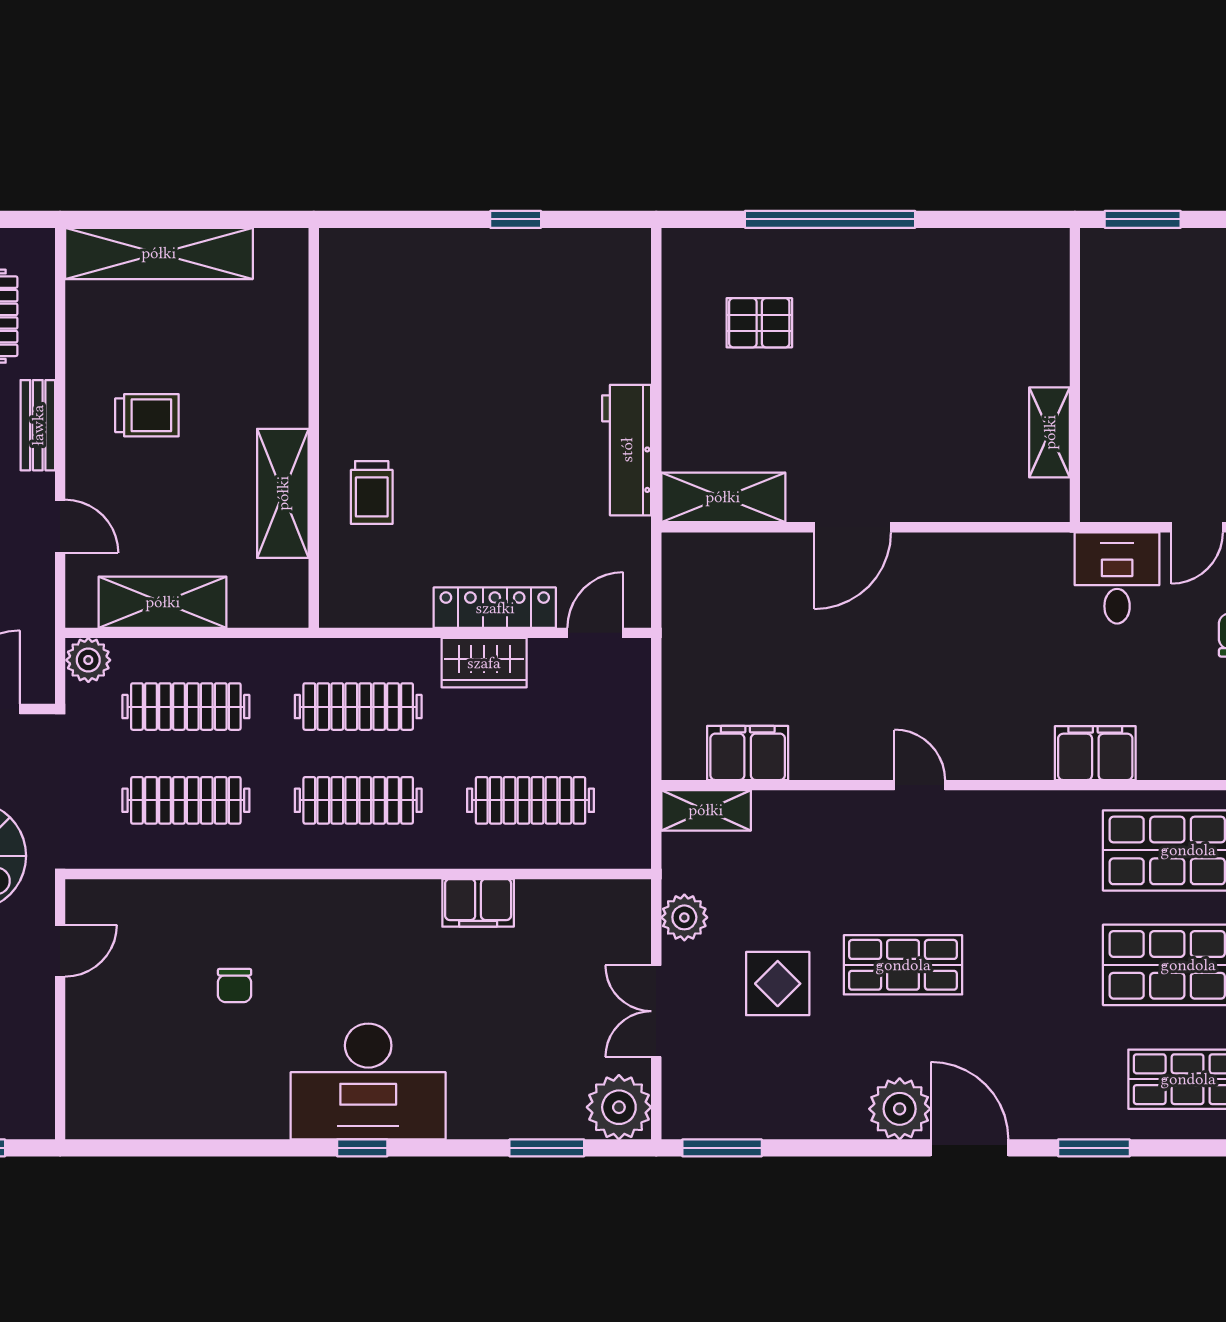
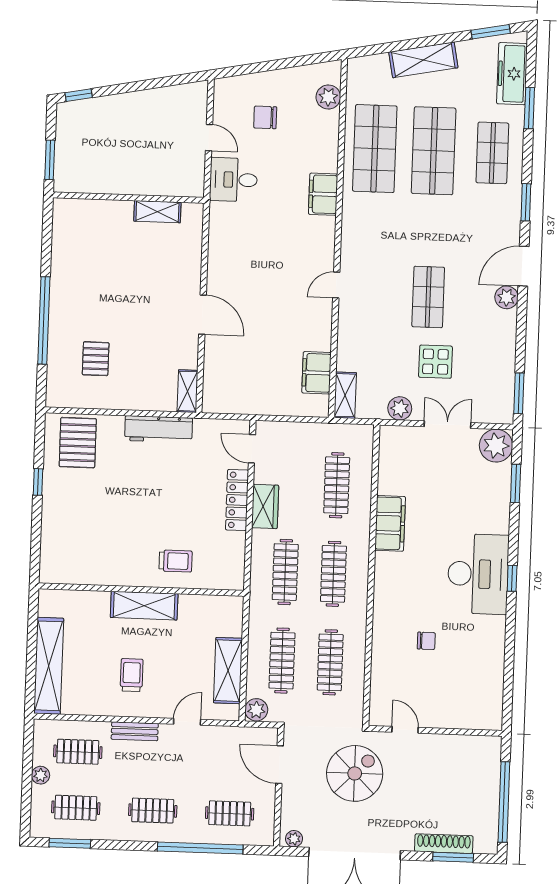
pallet: (595, 294) -> (78, 443), added
shelving: (283, 493) -> (144, 606), moved
shelving: (723, 497) -> (187, 391), width x0.67, depth x0.75
filing cabinet: (478, 903) -> (390, 523), width x1.50, depth x1.17
double door: (656, 1011) -> (447, 425), swing flipped
plant: (900, 1109) -> (507, 297), width x0.73, depth x0.73

